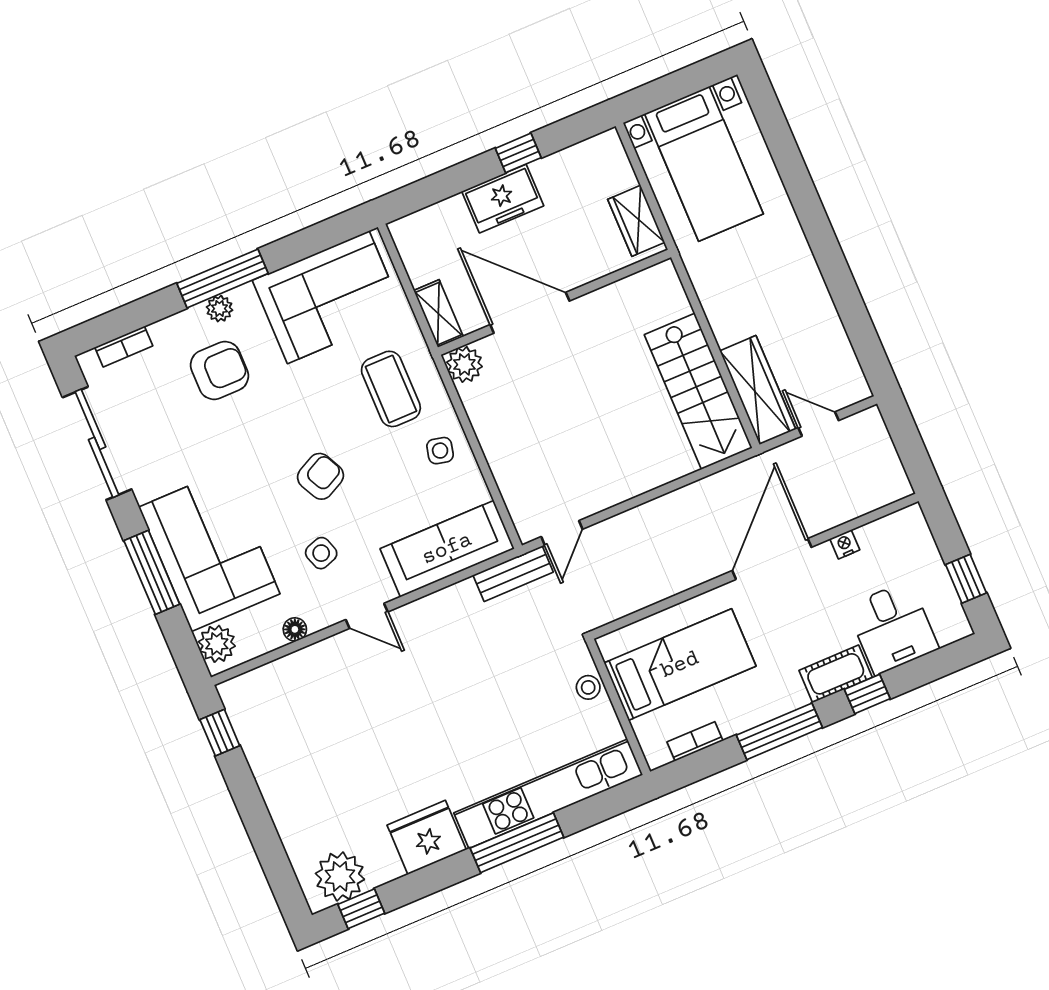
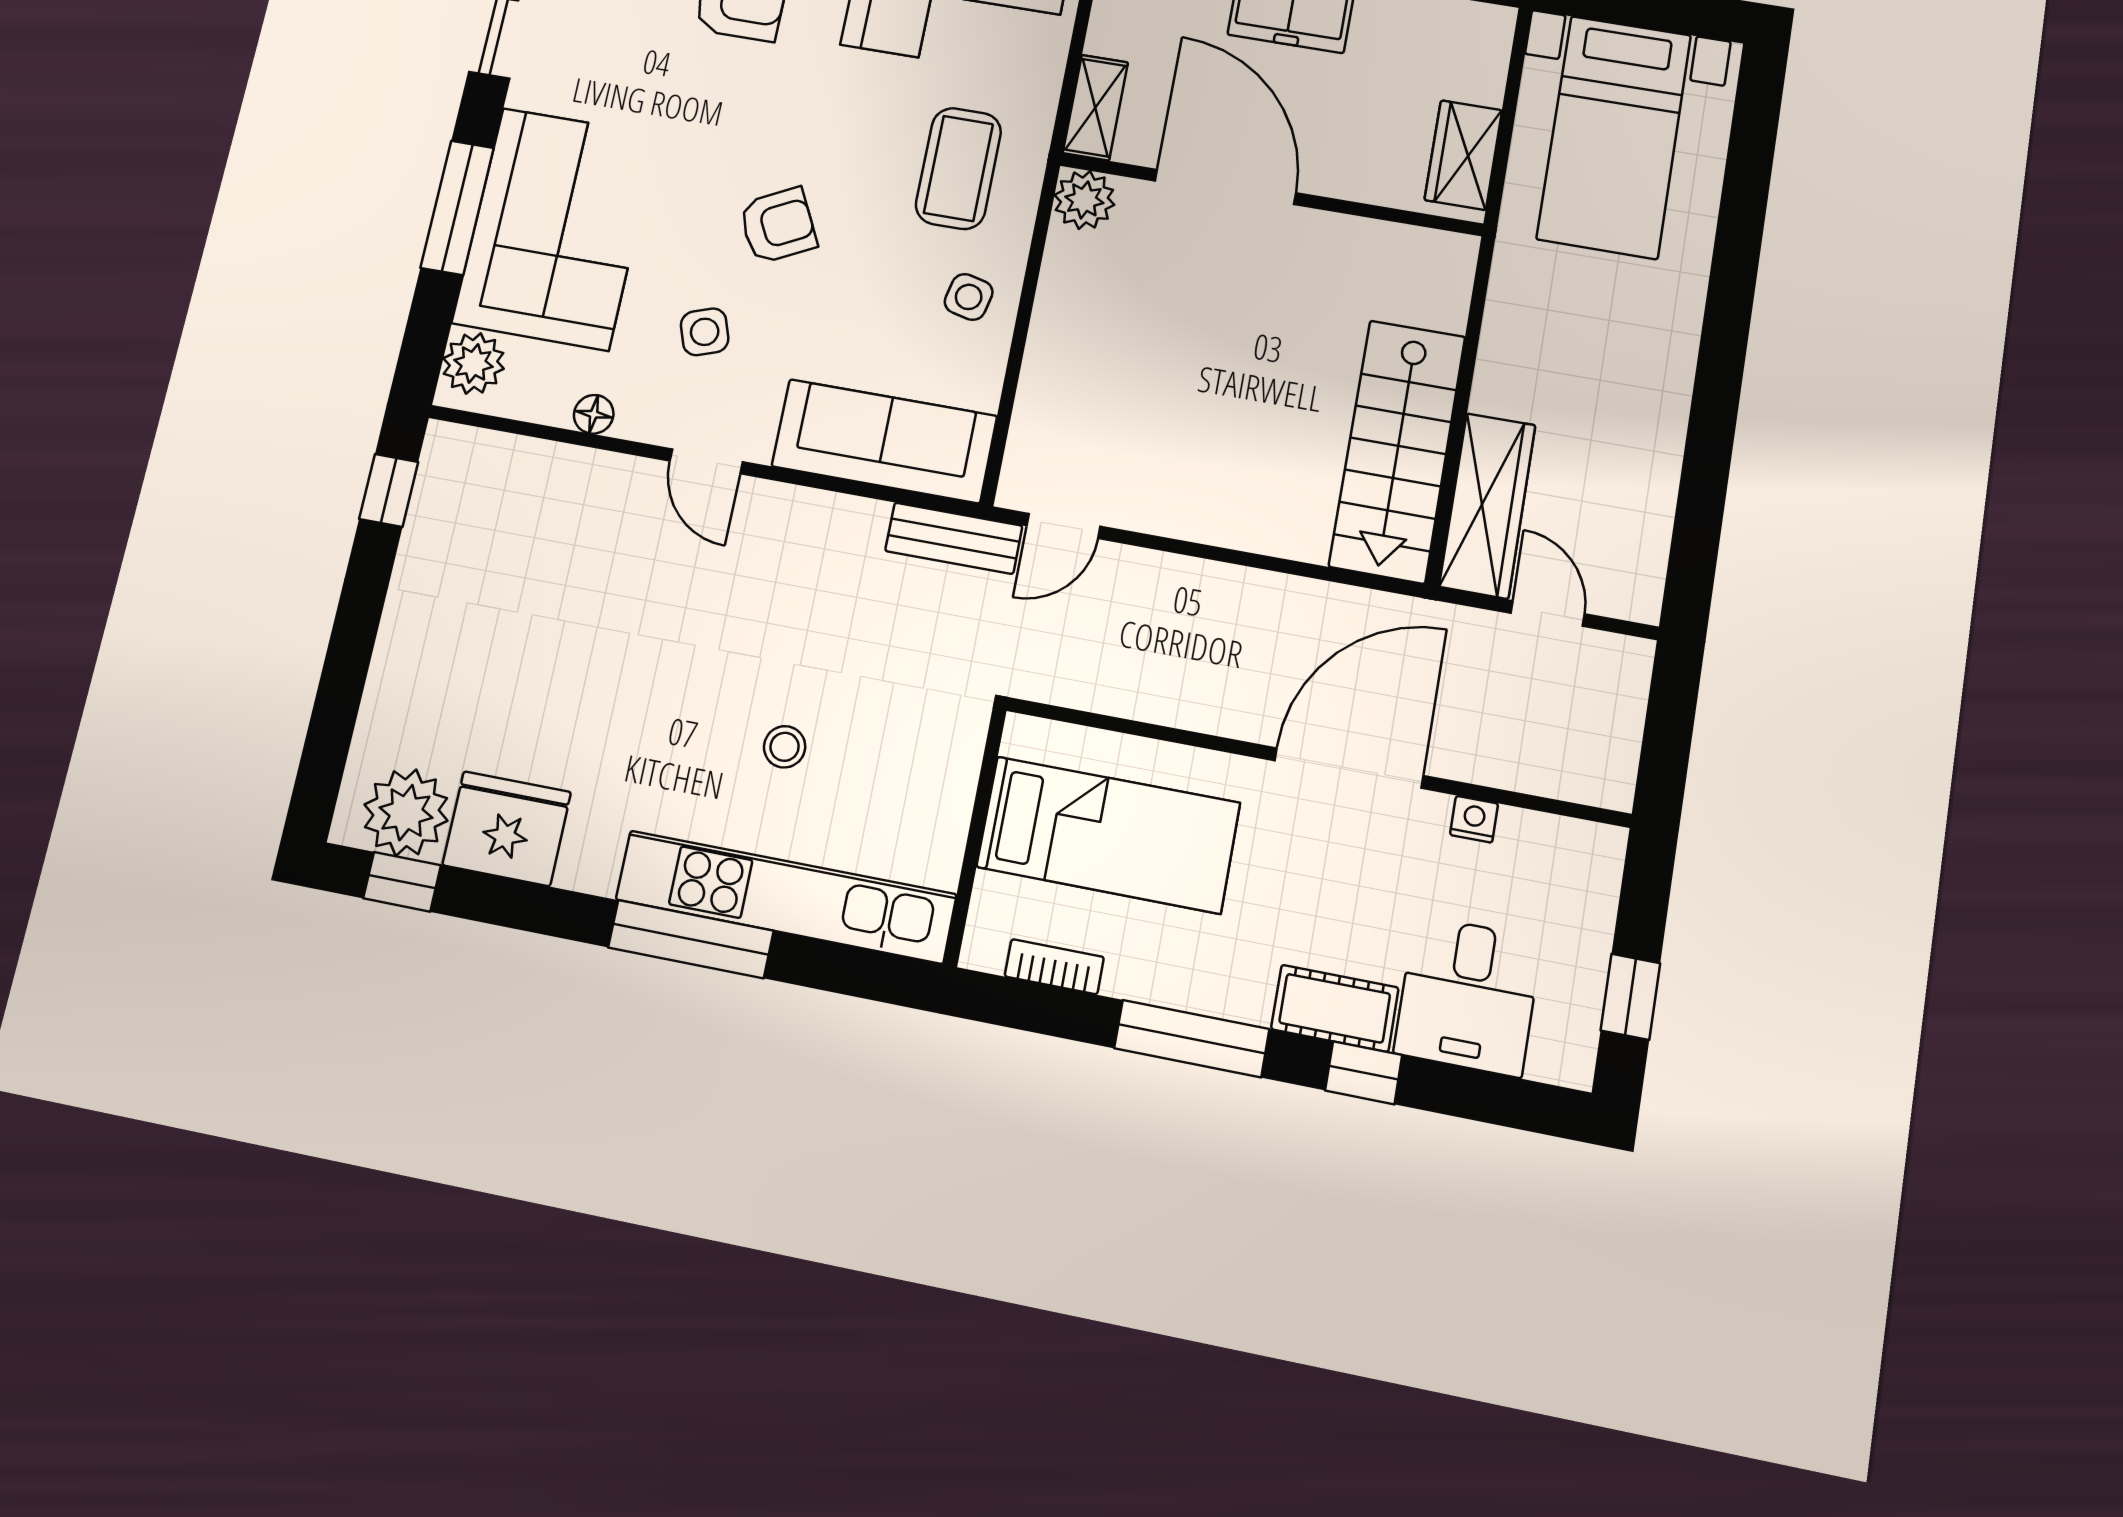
stool: (588, 687) -> (785, 747), moved
fridge: (427, 837) -> (507, 829), moved

